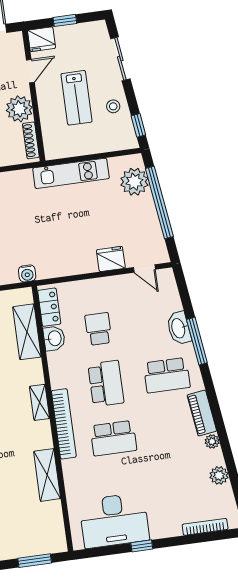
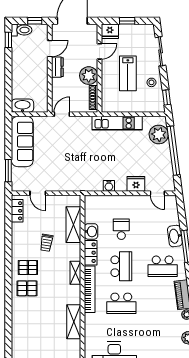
water cooler: (27, 273) -> (109, 186), moved
locker: (49, 307) -> (91, 253), moved

